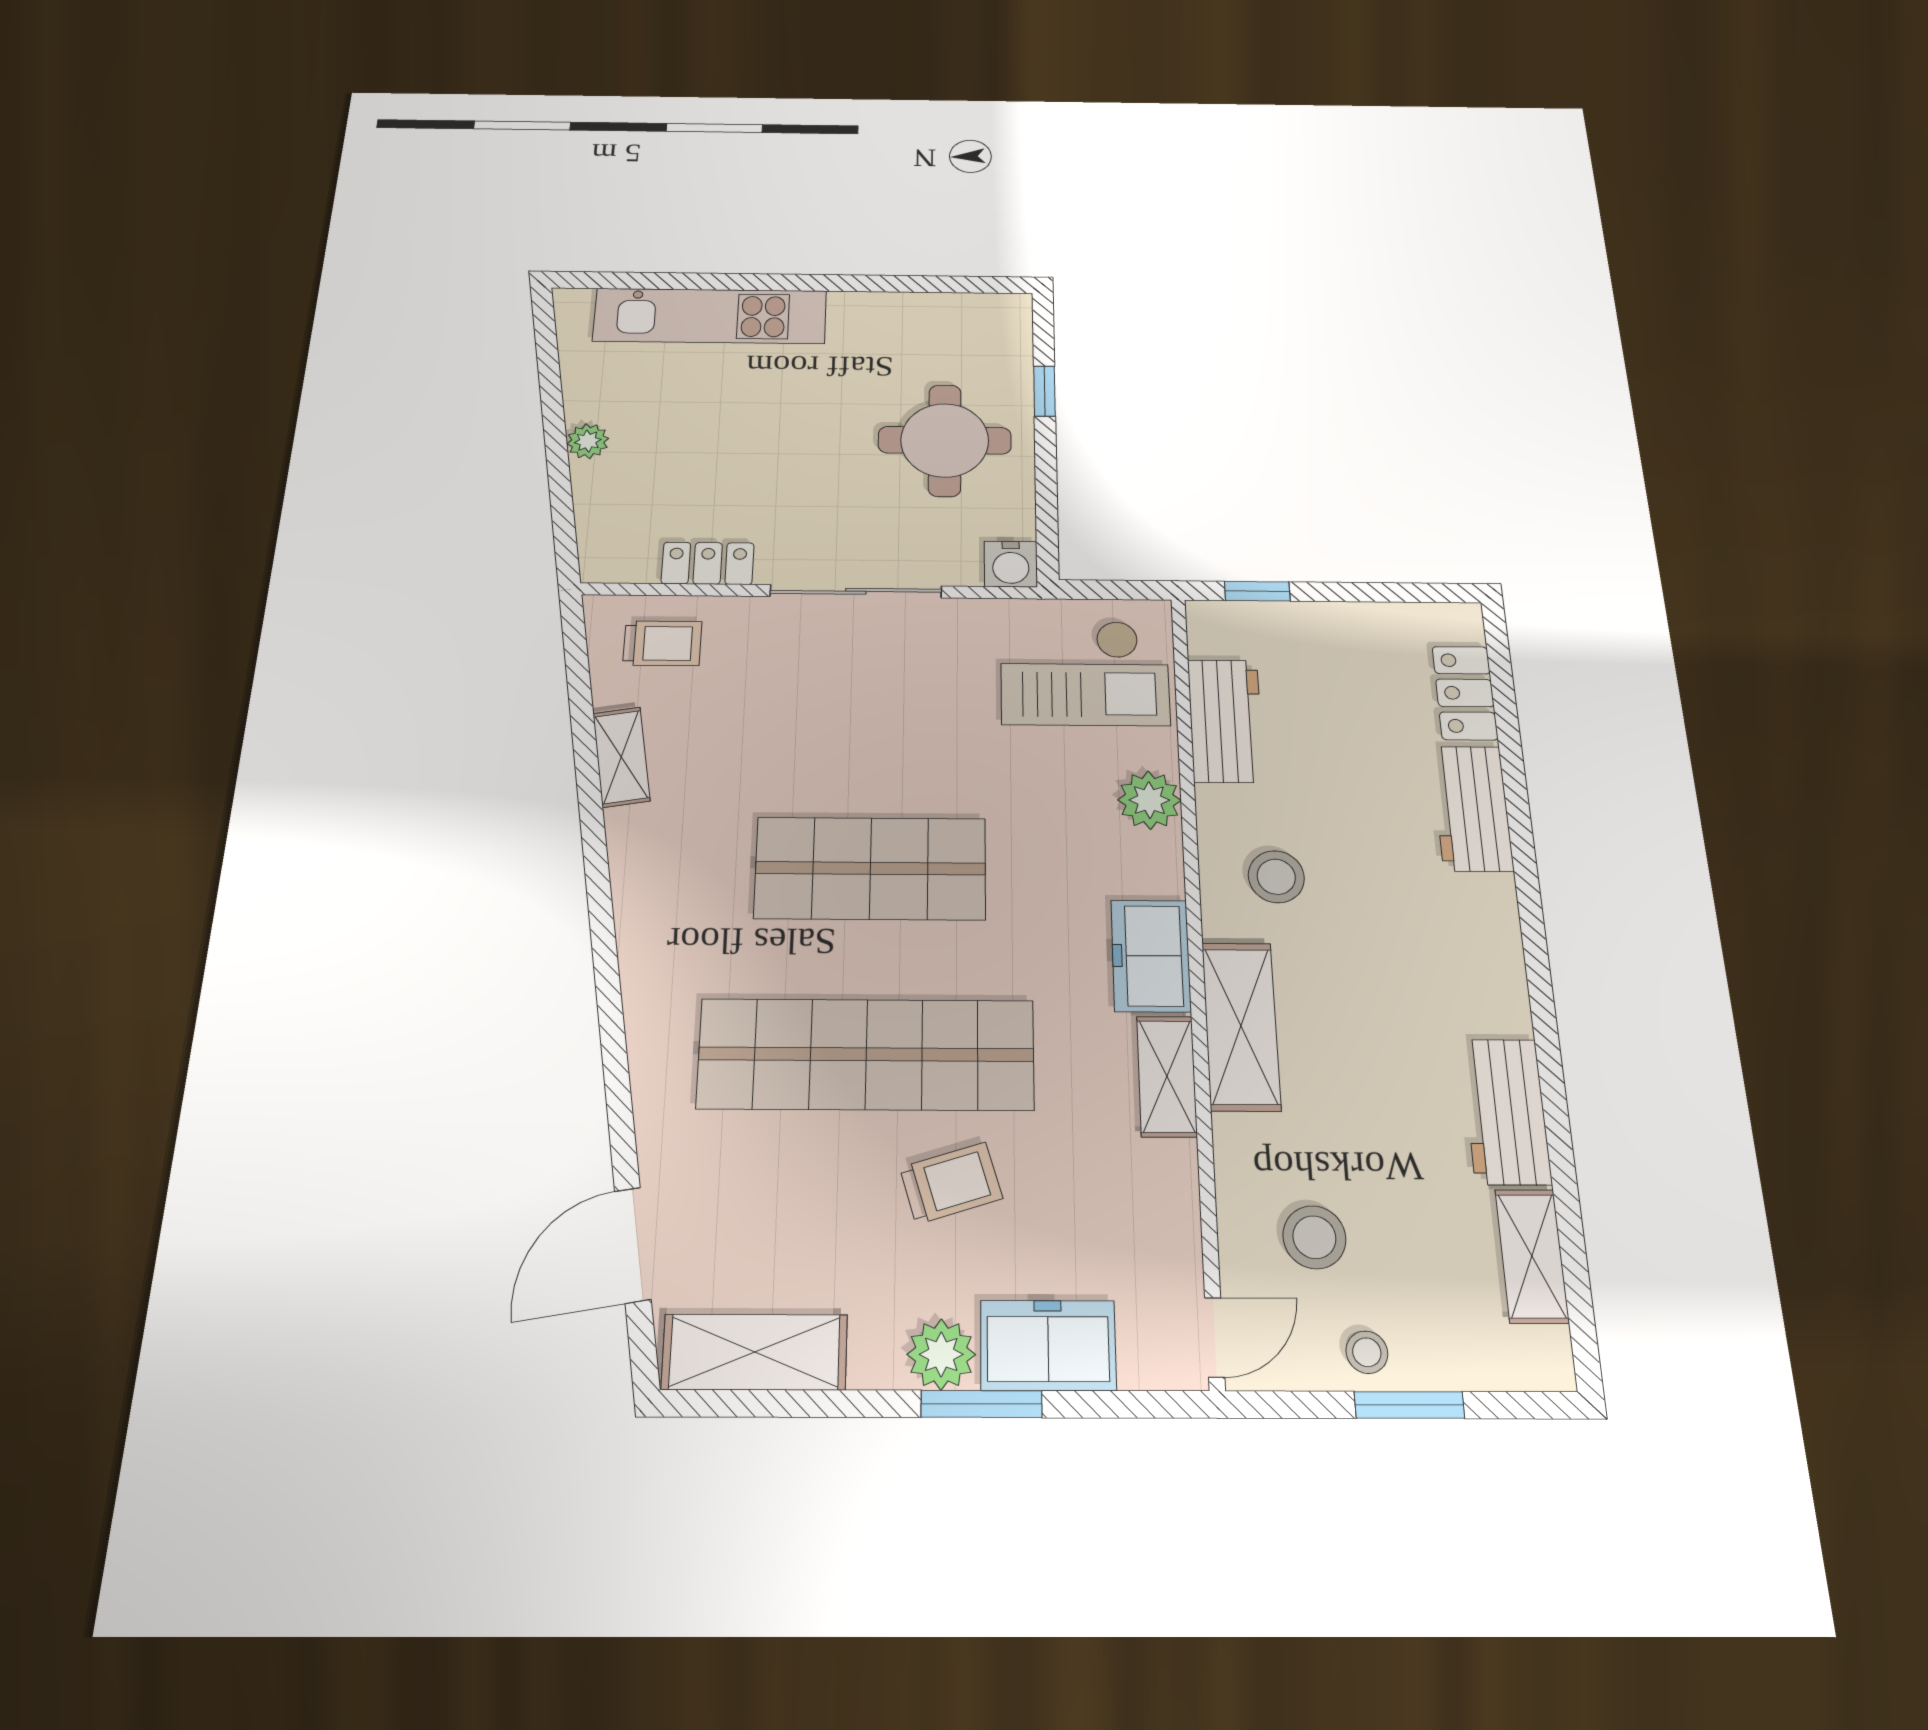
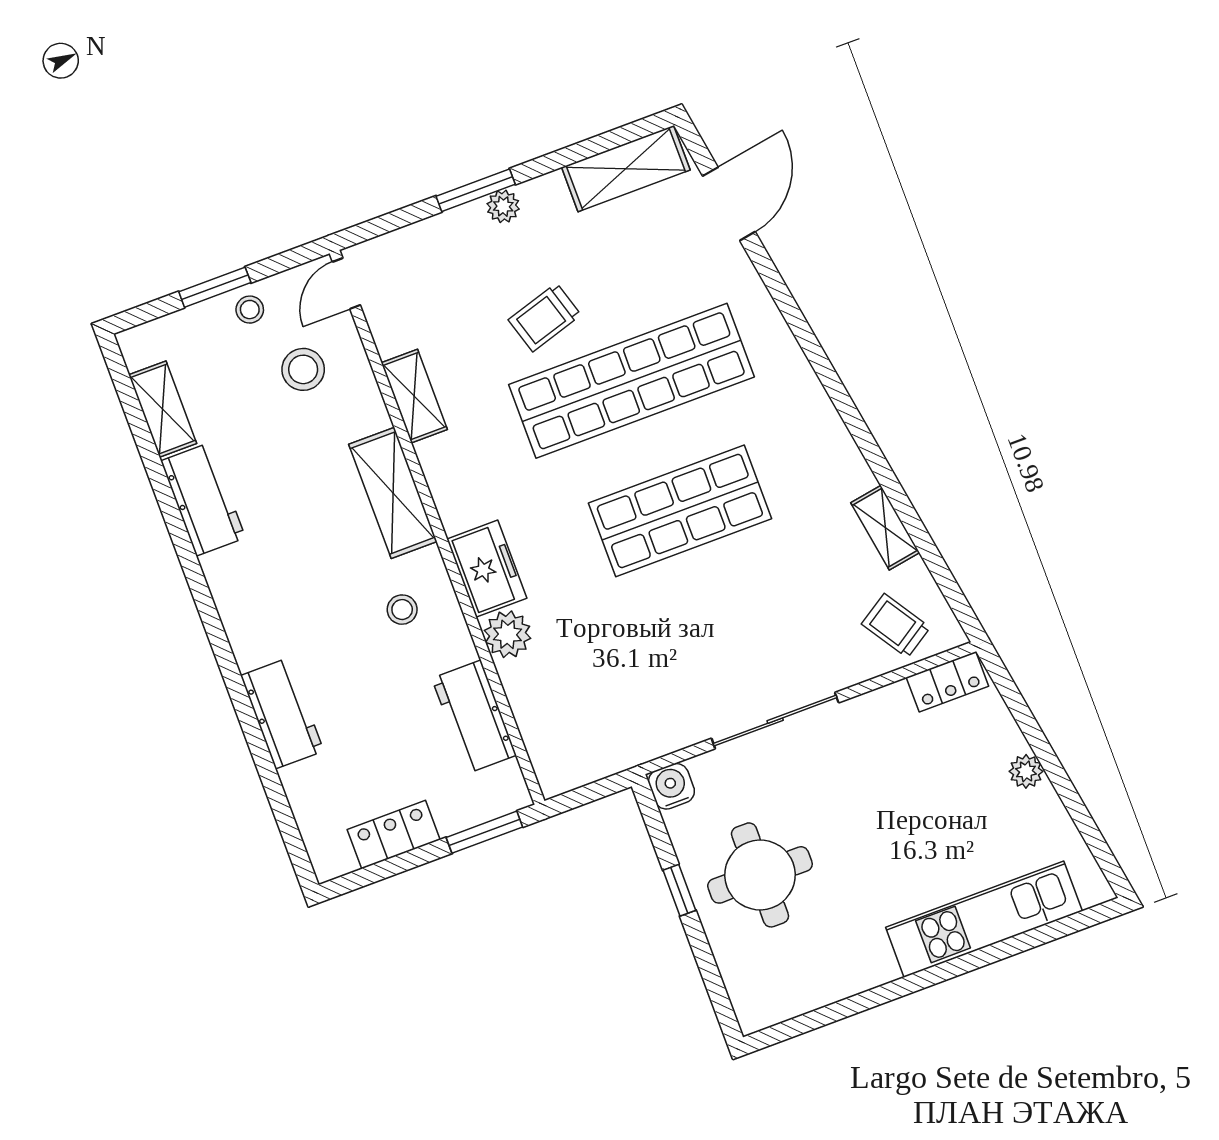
window: (1044, 391) -> (679, 890), moved
locker: (708, 563) -> (947, 682), moved
window: (1257, 591) -> (484, 832), width x1.50
trolley: (662, 643) -> (896, 626), turned 57
checkout: (1085, 673) -> (587, 717), removed
locker: (1465, 693) -> (394, 835), moved, turned -90
stool: (1276, 877) -> (402, 610), width x0.73, depth x0.73
freezer: (1151, 956) -> (487, 569), moved
shelving: (1167, 1076) -> (414, 396), moved
freezer: (1048, 1345) -> (447, 240), removed
plant: (941, 1354) -> (503, 206), width x0.73, depth x0.73

